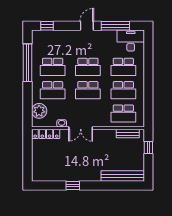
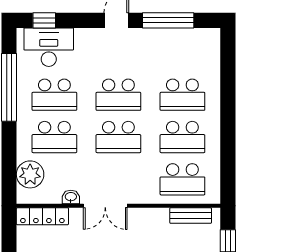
desk: (131, 41) -> (49, 47), moved

